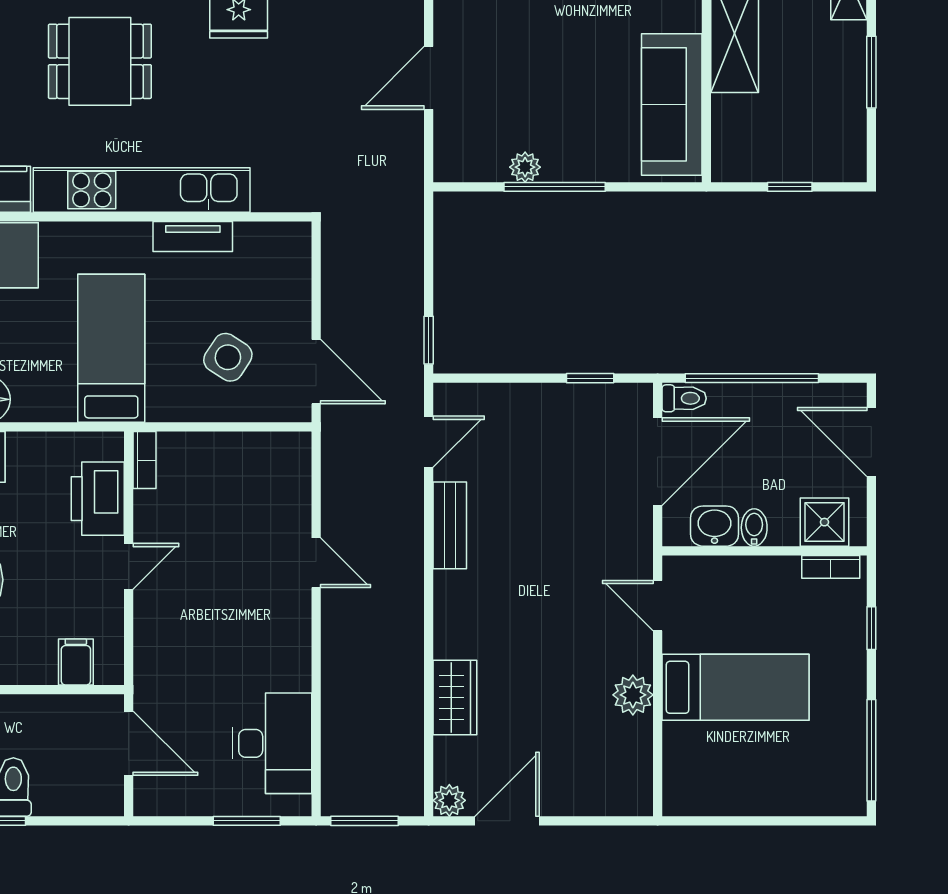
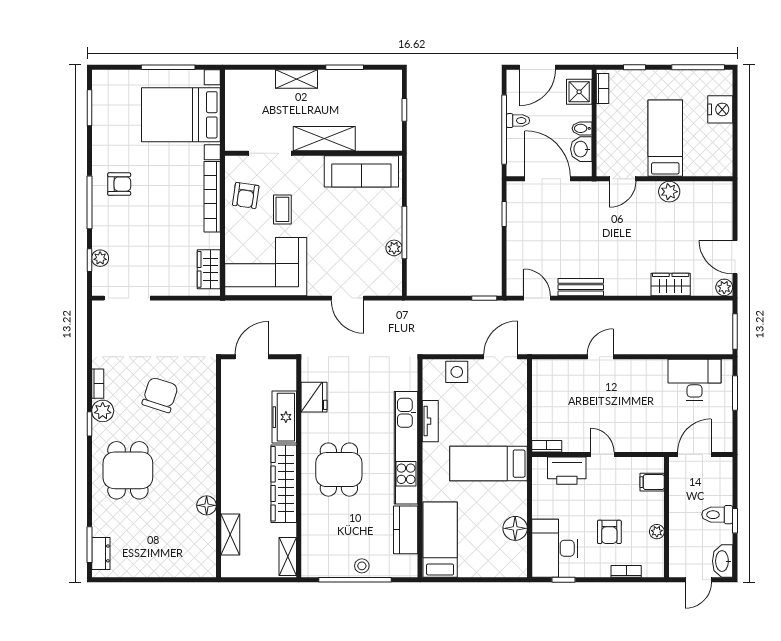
side table: (228, 357) -> (457, 372), moved, turned -33
toilet: (684, 398) -> (518, 121), moved, turned 90
nightstand: (791, 793) -> (720, 109), added

